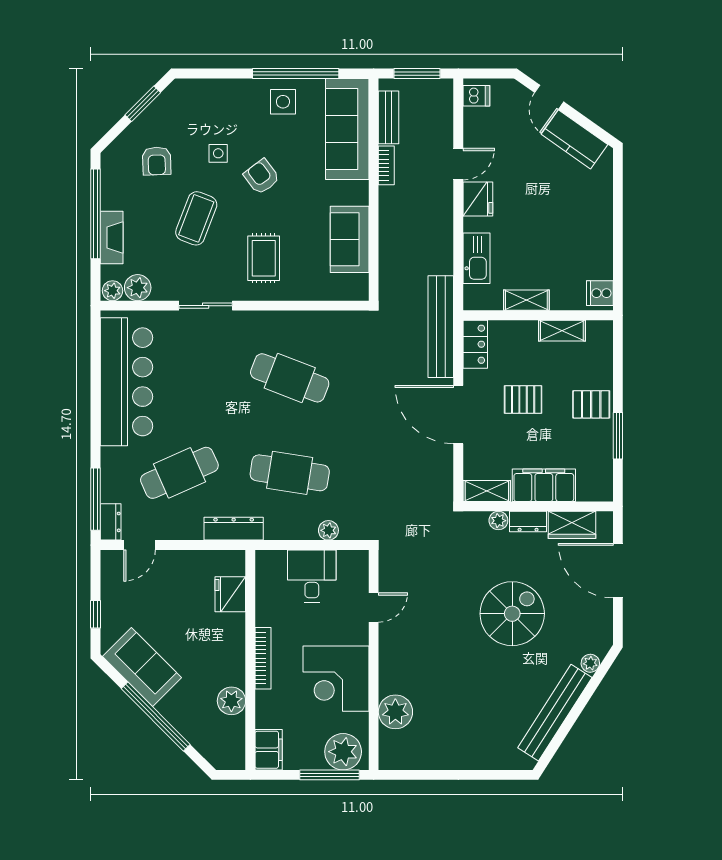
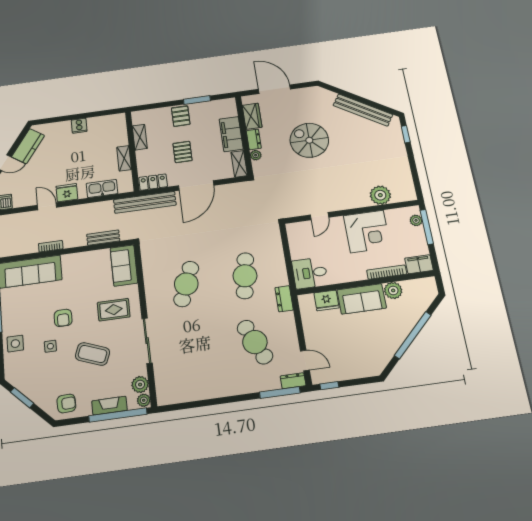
side table: (283, 102) -> (15, 344), moved
bench: (389, 117) -> (103, 238), moved
armchair: (157, 161) -> (66, 403), moved
armchair: (262, 177) -> (63, 318), turned -53
window: (95, 214) -> (118, 415), moved
sofa: (350, 239) -> (124, 265), moved, turned 90
cooker: (600, 293) -> (79, 126), moved
sliding door: (206, 306) -> (147, 341), width x1.37
bar counter: (126, 382) -> (201, 383), removed
dresser: (234, 529) -> (284, 299), width x0.70
plant: (328, 530) -> (277, 248), removed
door: (618, 571) -> (274, 89), swing flipped
desk: (312, 576) -> (310, 273), moved
door: (374, 607) -> (319, 216), swing flipped
window: (95, 614) -> (329, 386), moved
bookcase: (263, 658) -> (387, 272), moved
plant: (590, 663) -> (330, 96), removed
sofa: (142, 667) -> (362, 299), moved, turned -135
plant: (343, 752) -> (416, 220), width x0.53, depth x0.53
window: (499, 775) -> (406, 134), added

